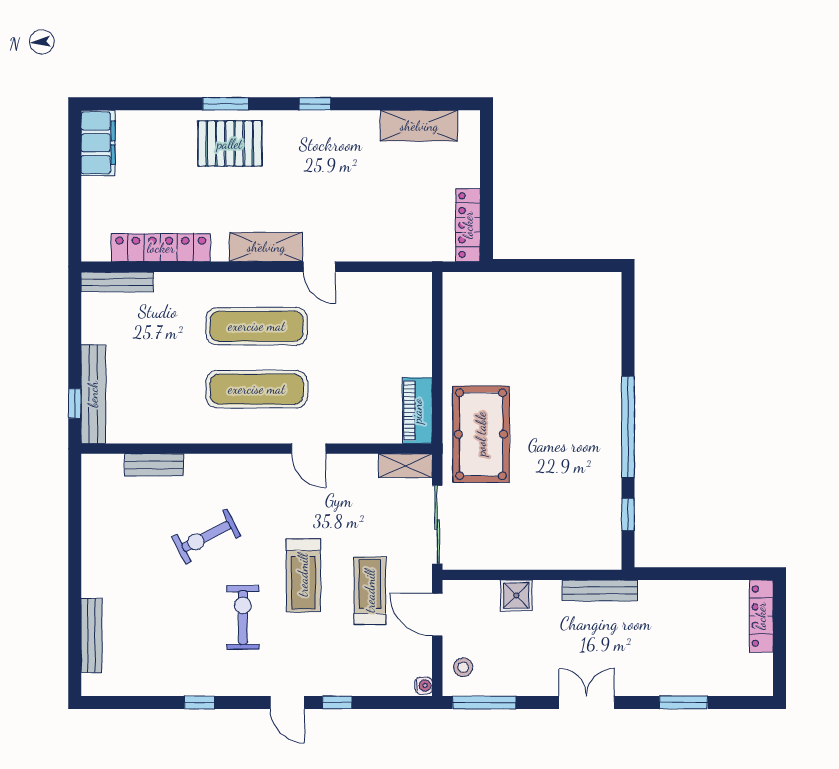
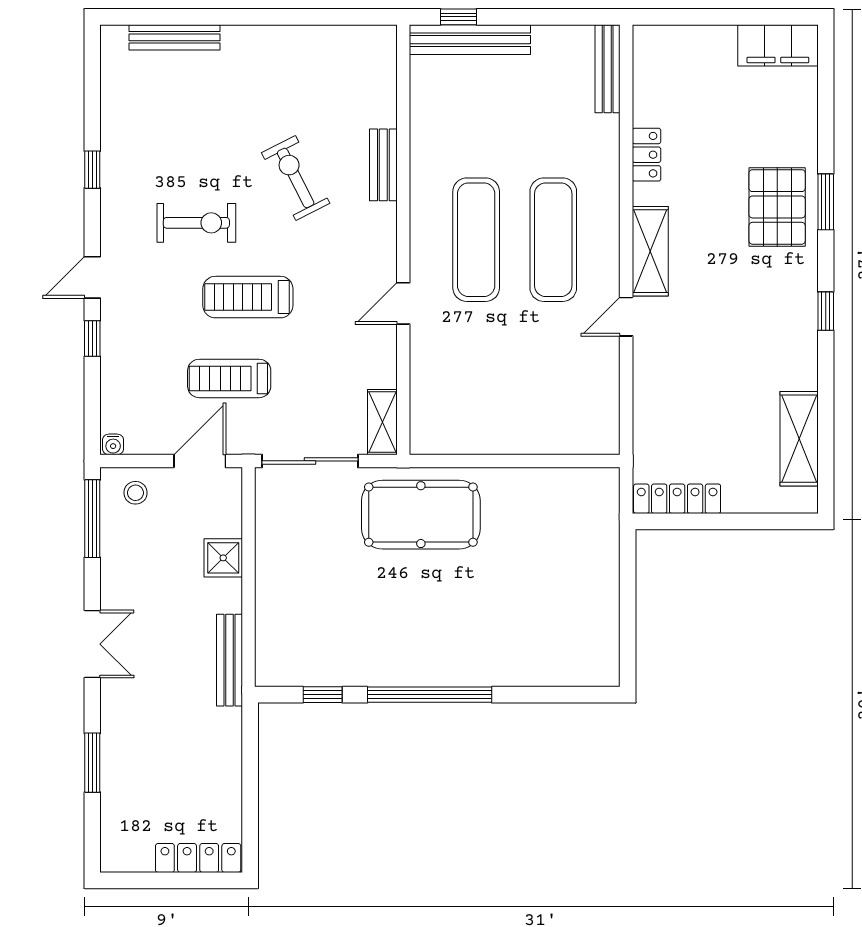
locker: (161, 248) -> (646, 155), width x0.46, depth x0.83
piano: (417, 411) -> (450, 437), removed
bench: (154, 465) -> (383, 165), moved
treadmill: (370, 591) -> (229, 378), turned 180

